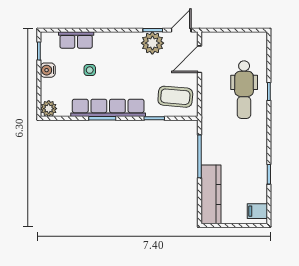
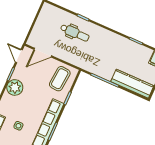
plant: (152, 43) -> (15, 87), moved
door: (200, 59) -> (43, 53), hinge flipped
dental chair: (244, 90) -> (75, 33), width x0.73, depth x0.72

